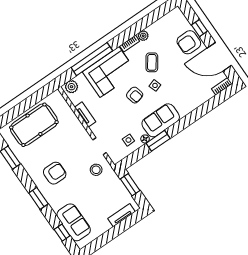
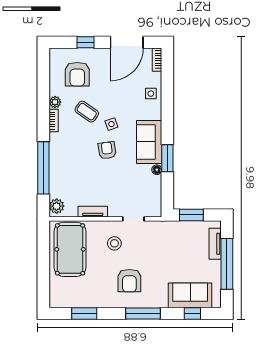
armchair: (189, 42) -> (77, 74), moved
corner sofa: (109, 72) -> (68, 159), removed
armchair: (135, 95) -> (107, 150), turned -85
pool table: (34, 125) -> (70, 249), moved
side table: (128, 140) -> (151, 94), moved
stool: (96, 170) -> (114, 243), moved
armchair: (55, 173) -> (129, 281), turned 180
window: (38, 198) -> (143, 313), width x1.44
window: (113, 233) -> (227, 264), added

